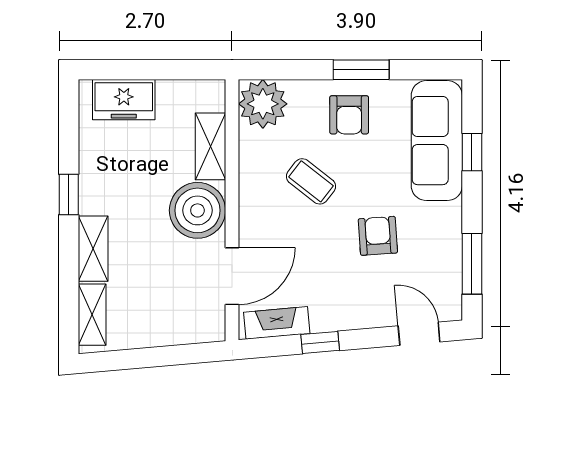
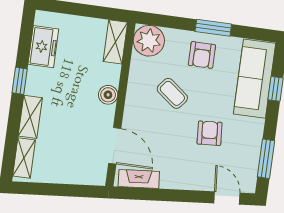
freezer: (124, 100) -> (43, 47), moved, turned -90
shelving: (210, 146) -> (115, 42), moved
boiler: (197, 210) -> (108, 95), width x0.54, depth x0.54
door: (232, 276) -> (115, 146), hinge flipped
window: (320, 342) -> (164, 195), removed

